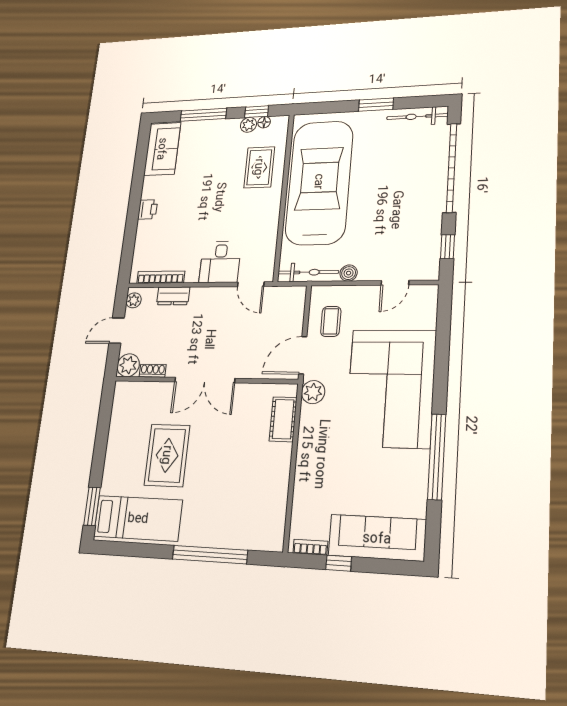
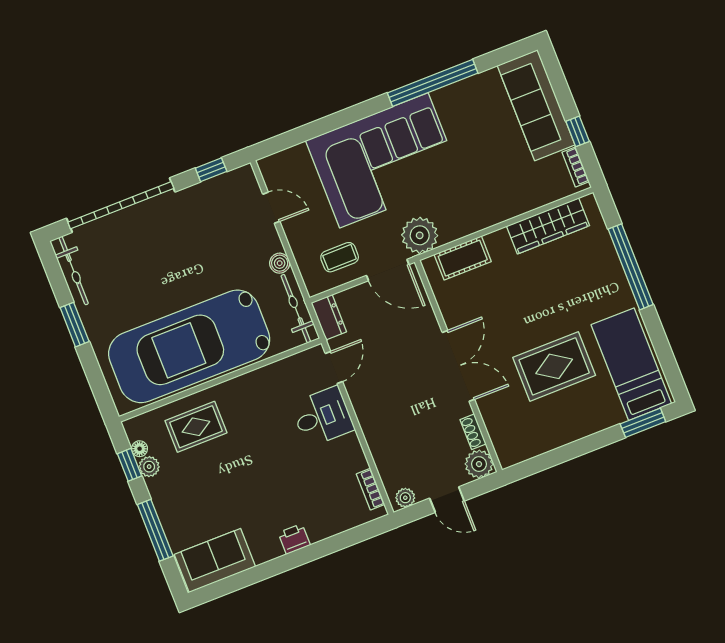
bookcase: (161, 277) -> (371, 489), width x0.64
dresser: (173, 296) -> (329, 317), moved
plant: (313, 392) -> (420, 235), width x1.36, depth x1.36
wardrobe: (274, 501) -> (548, 226), added

